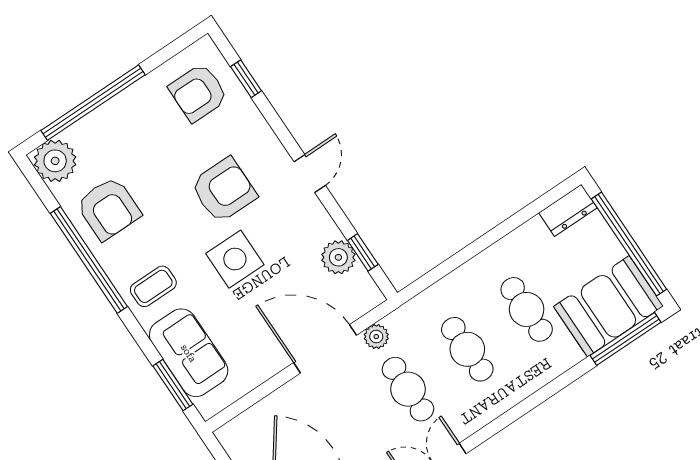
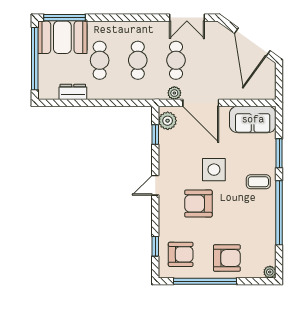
window: (93, 103) -> (205, 281), moved
plant: (55, 161) -> (270, 272), width x0.53, depth x0.53
armchair: (109, 209) -> (227, 258), moved, turned 90
dresser: (568, 210) -> (73, 92), moved
plant: (338, 257) -> (168, 121), moved
sofa: (189, 353) -> (253, 119), moved, turned -90
window: (173, 385) -> (279, 153), moved

